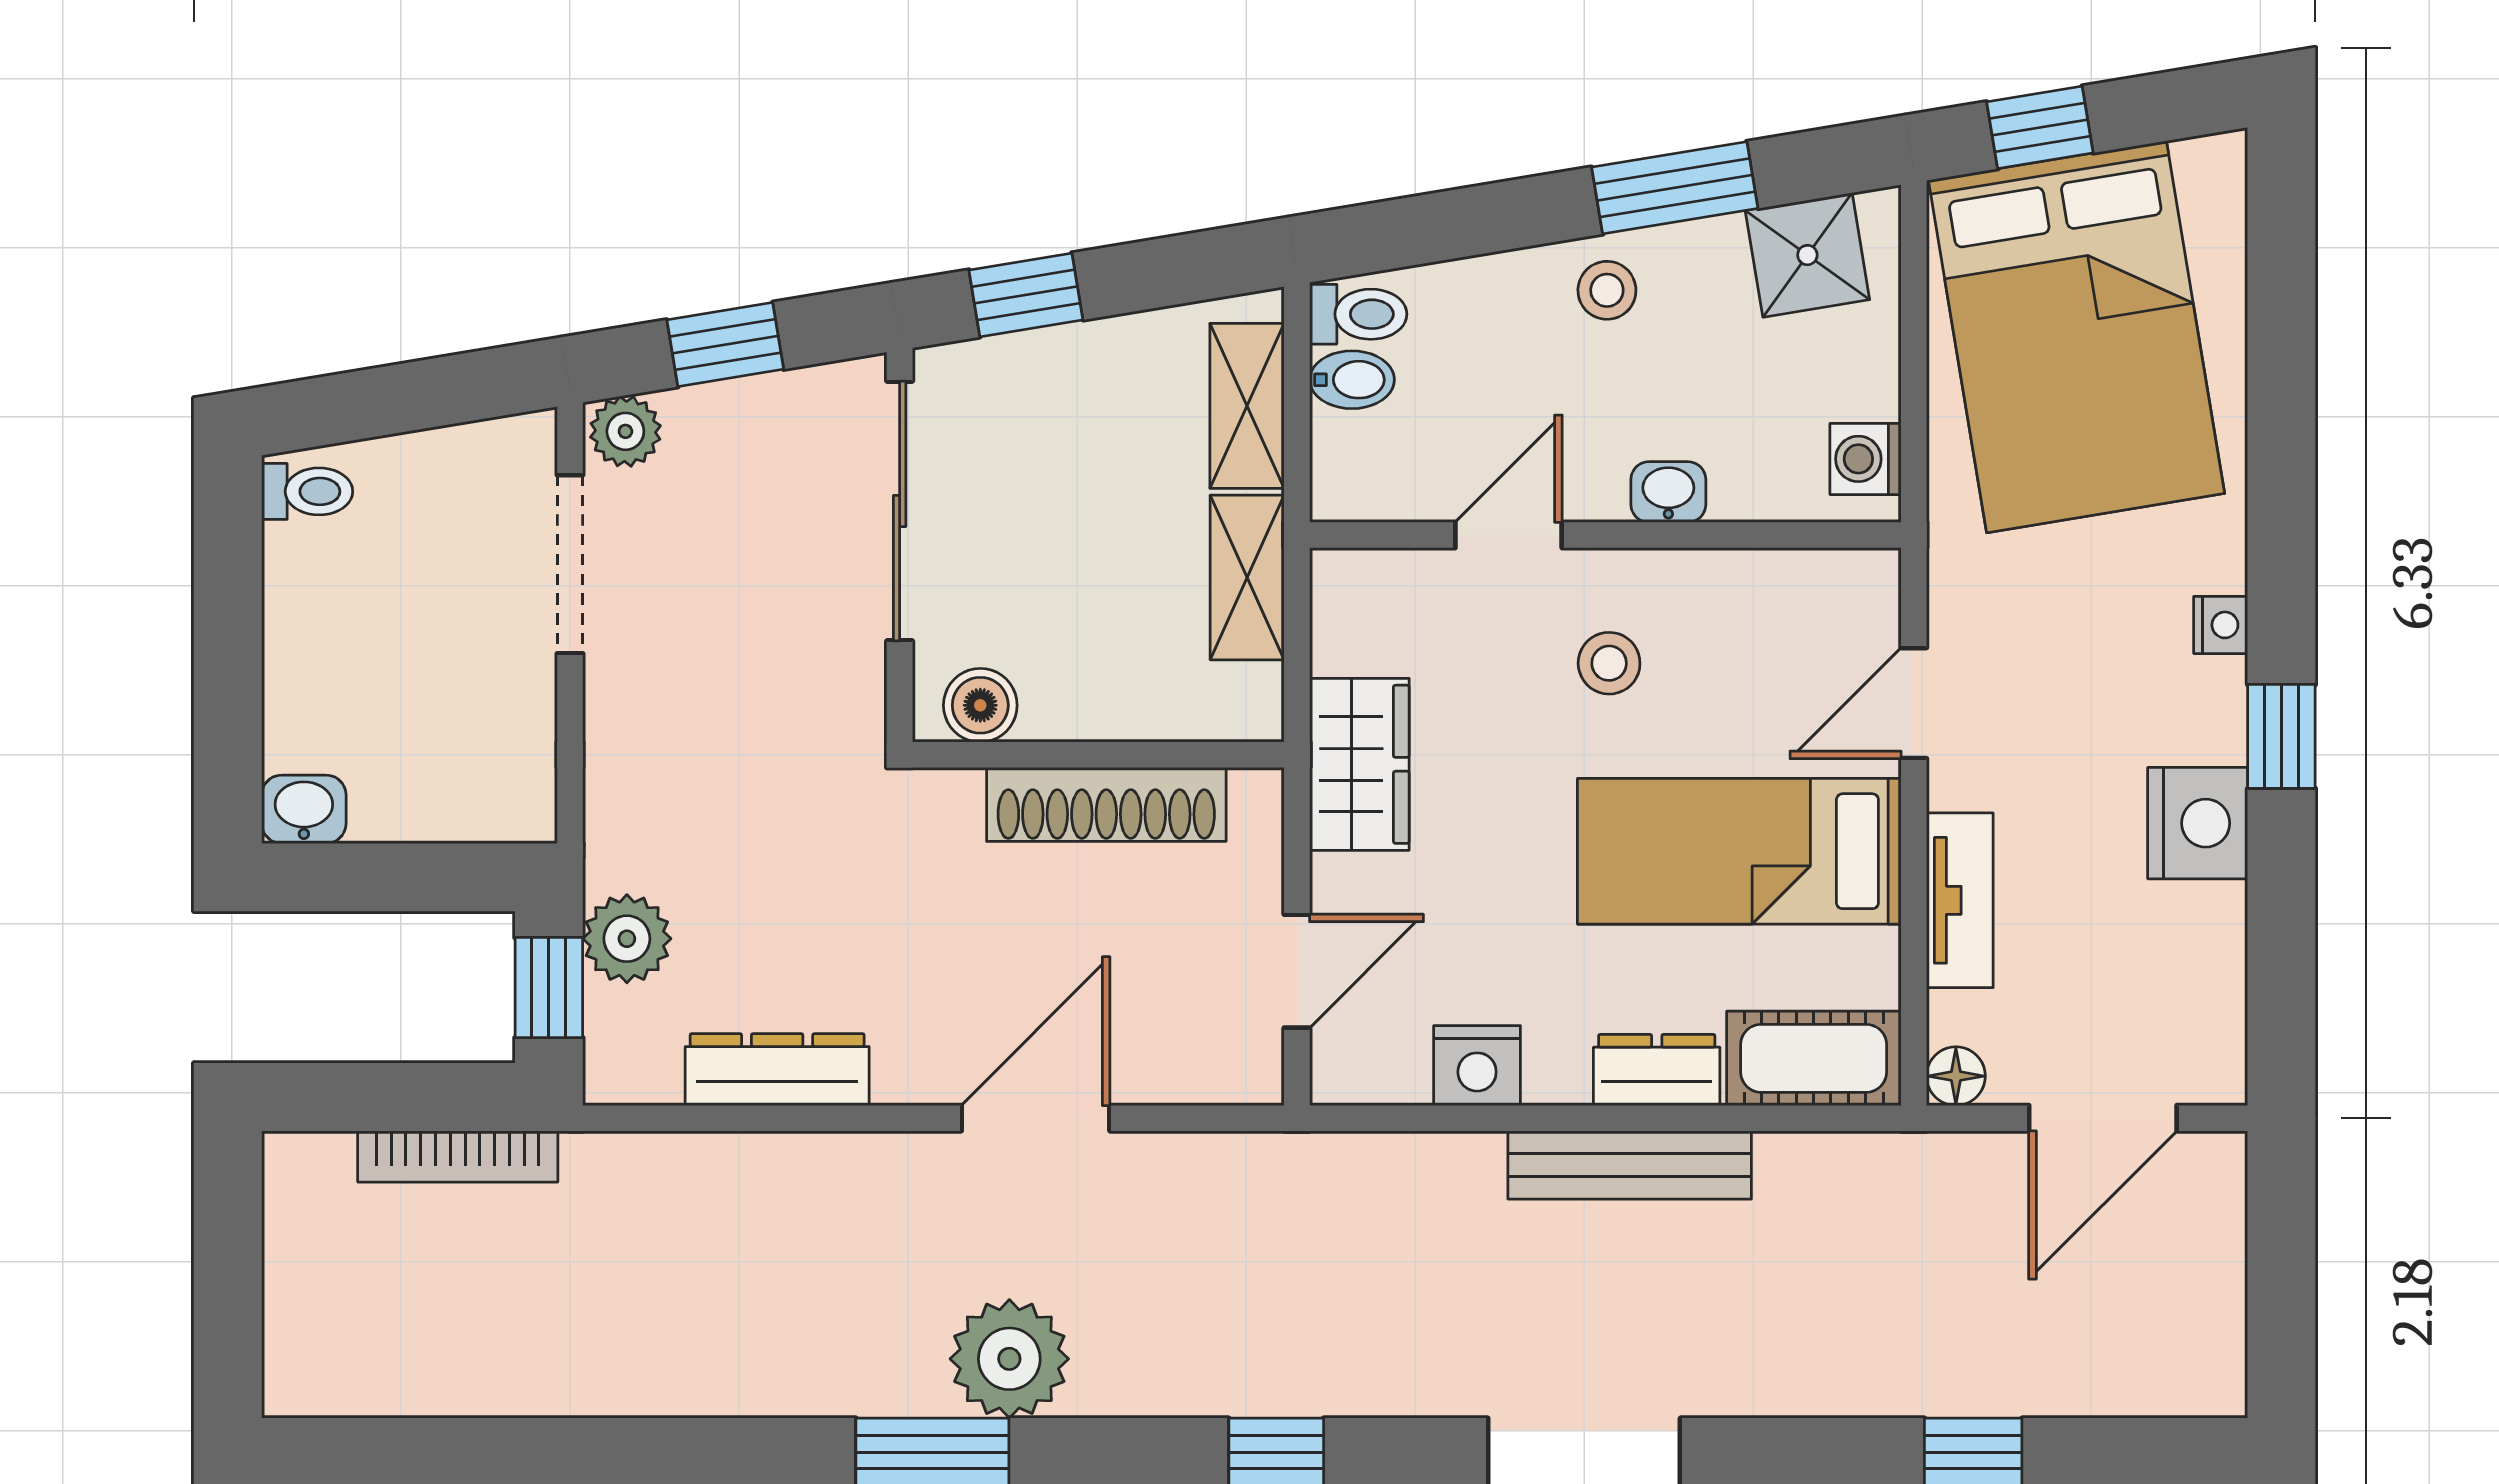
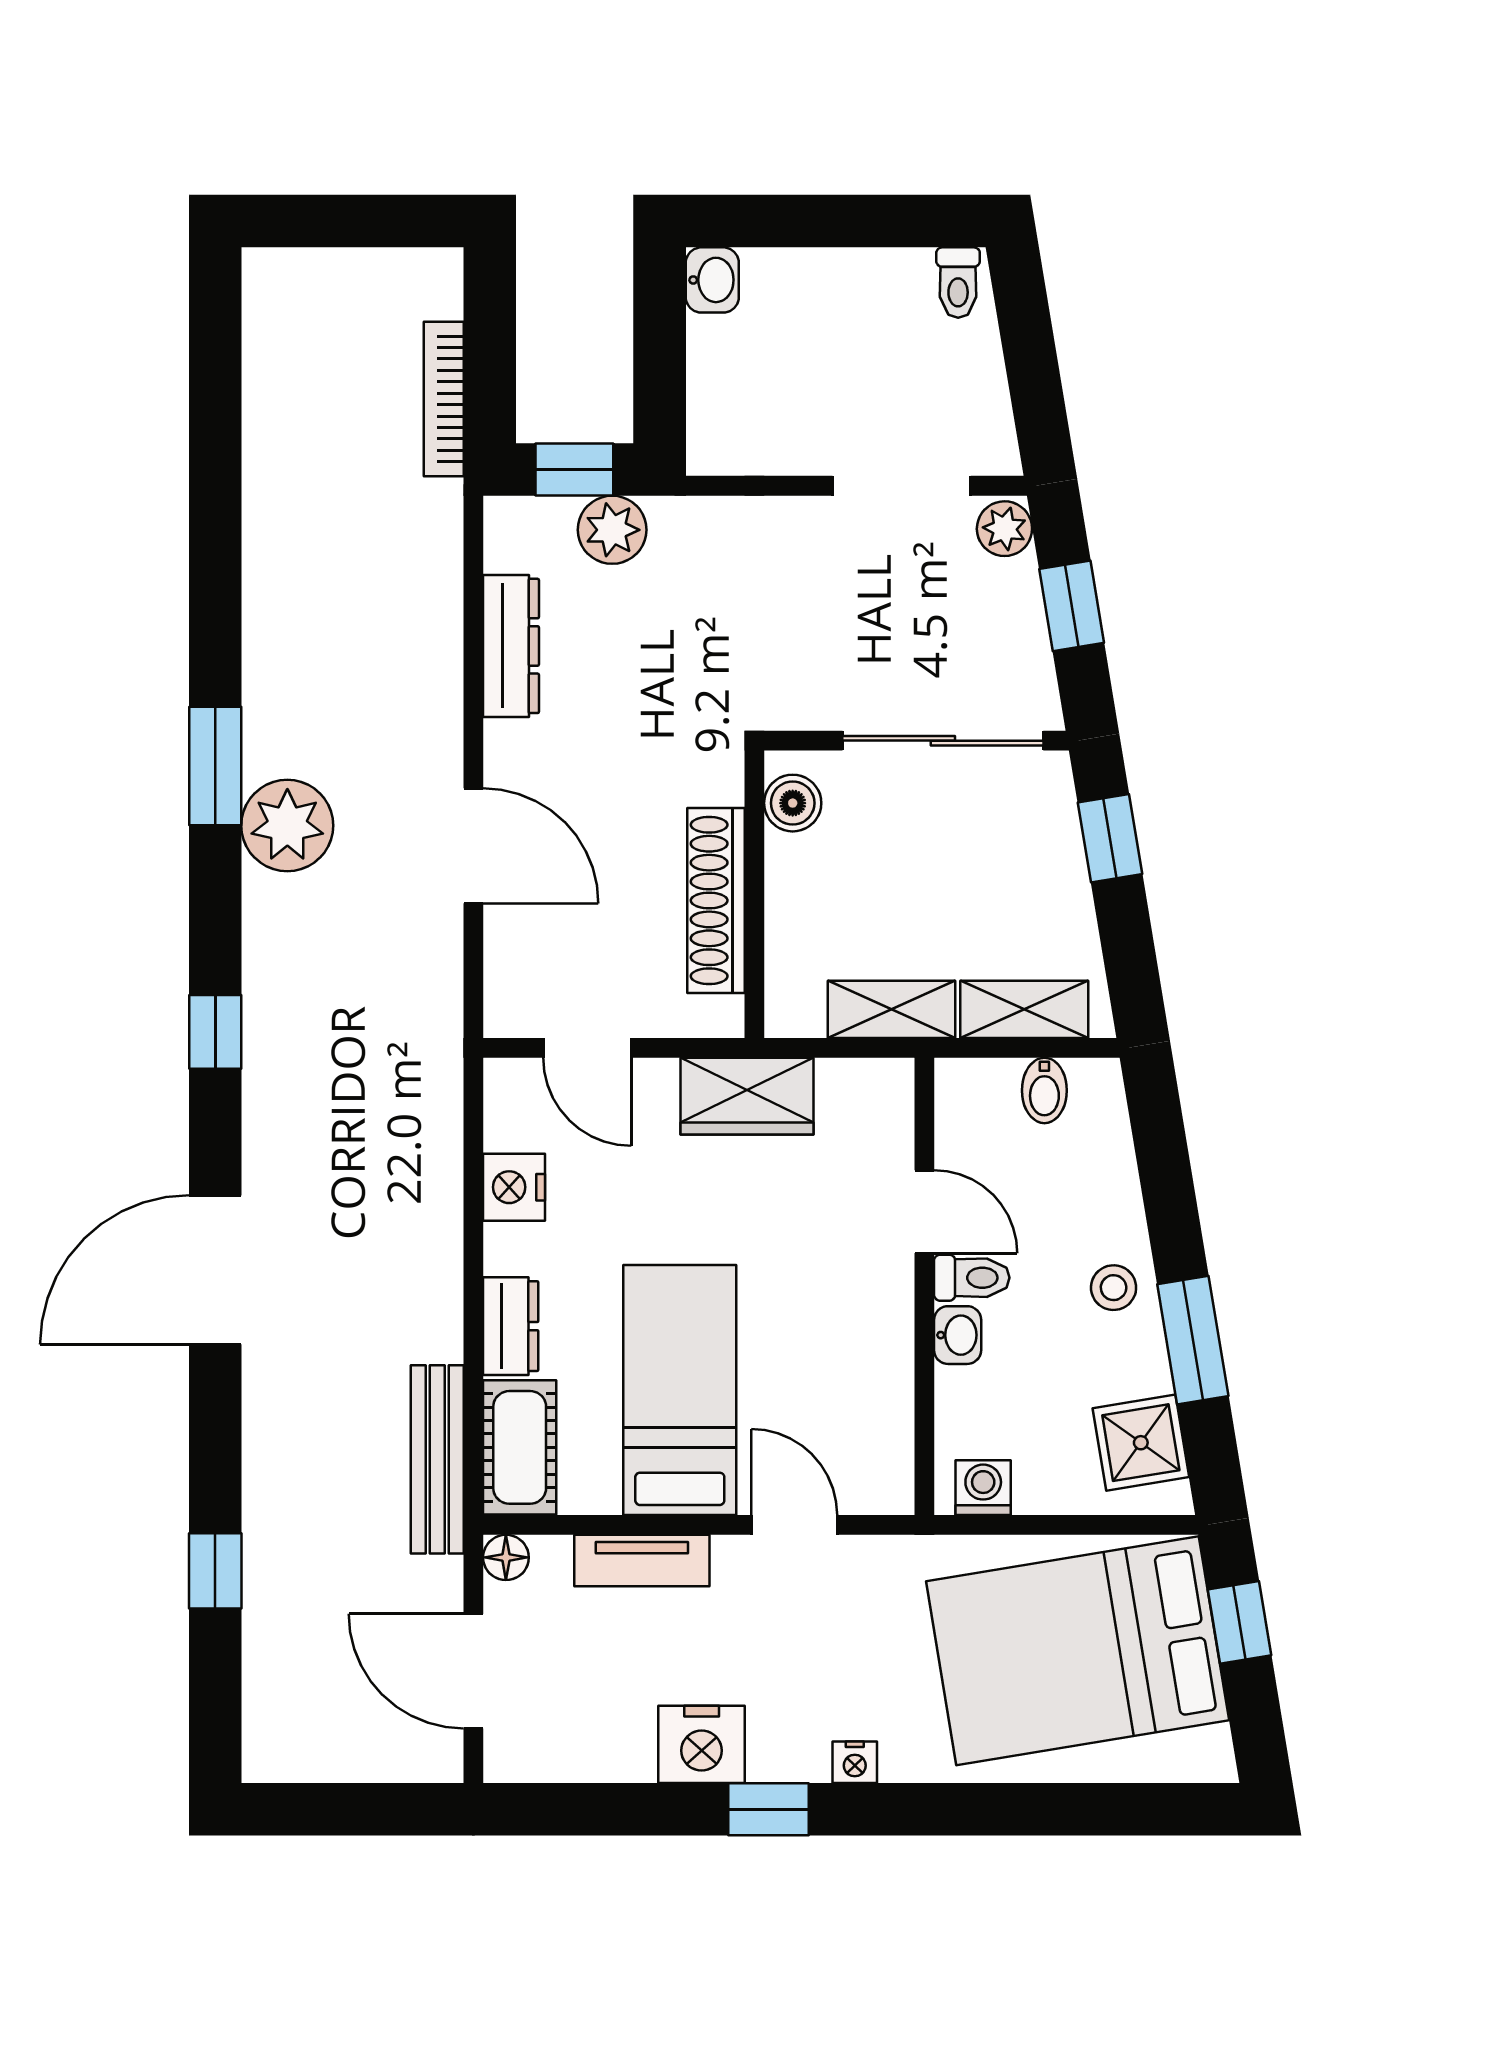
toilet: (1358, 314) -> (972, 1278), moved, turned -90
stool: (1609, 663) -> (825, 1289), removed
bench: (1630, 1165) -> (437, 1459), moved

